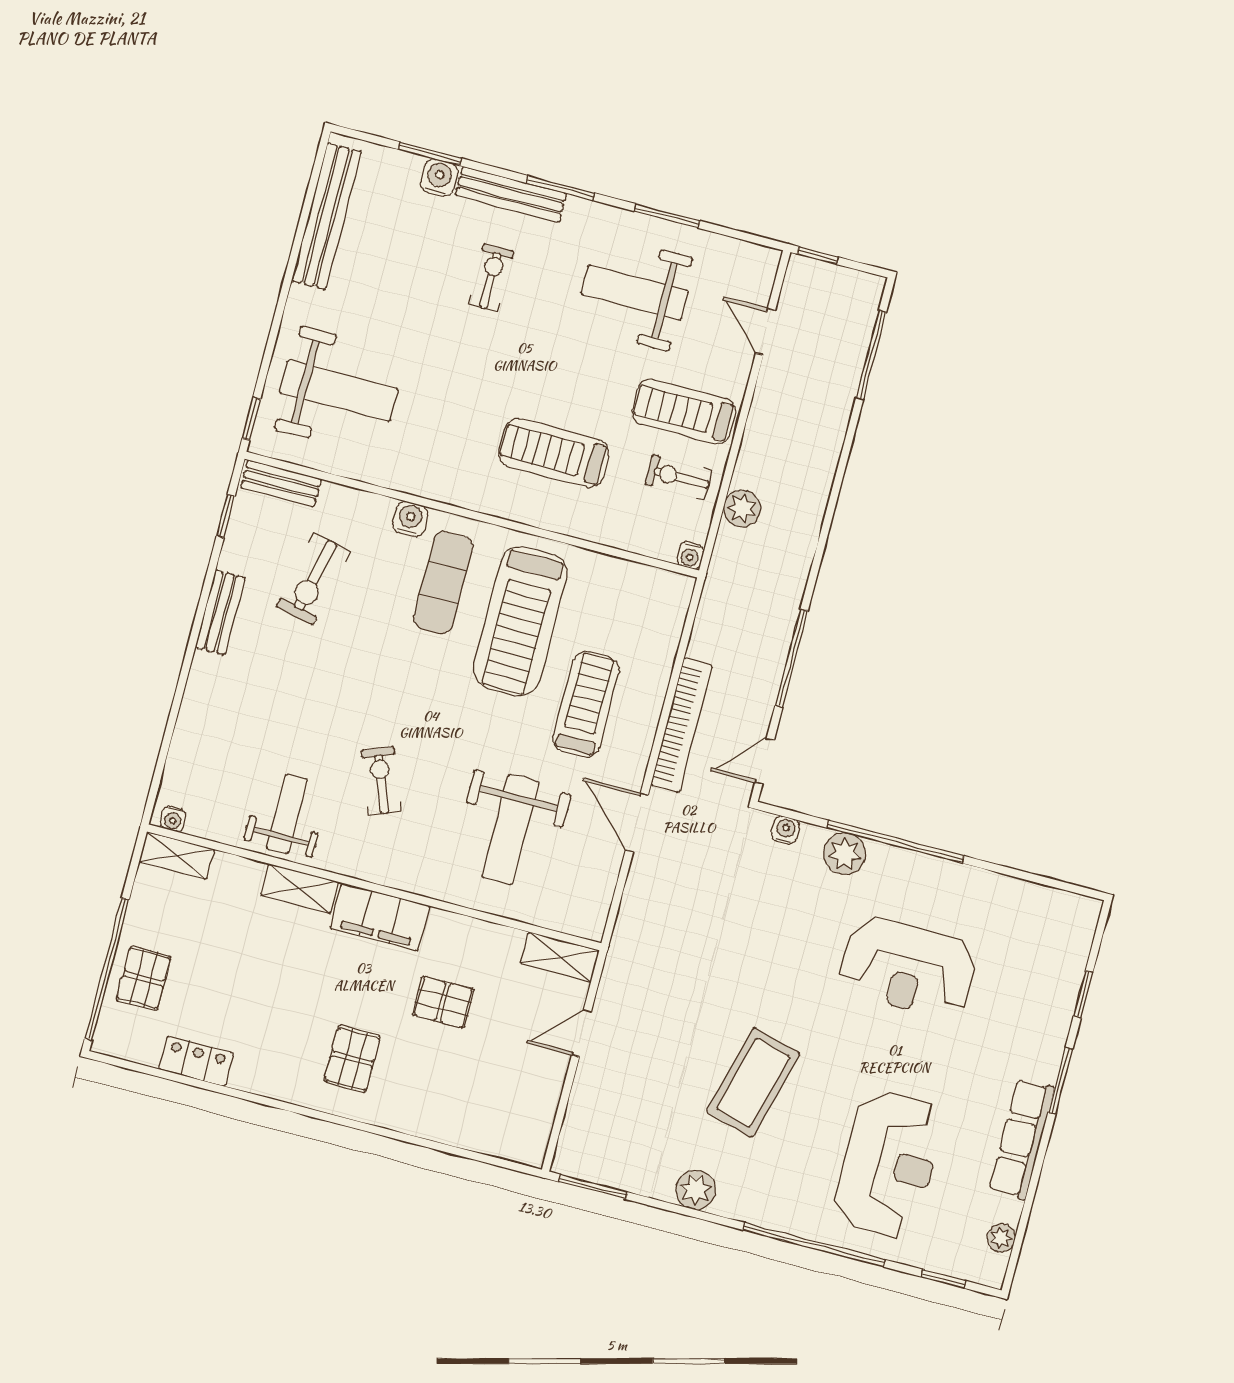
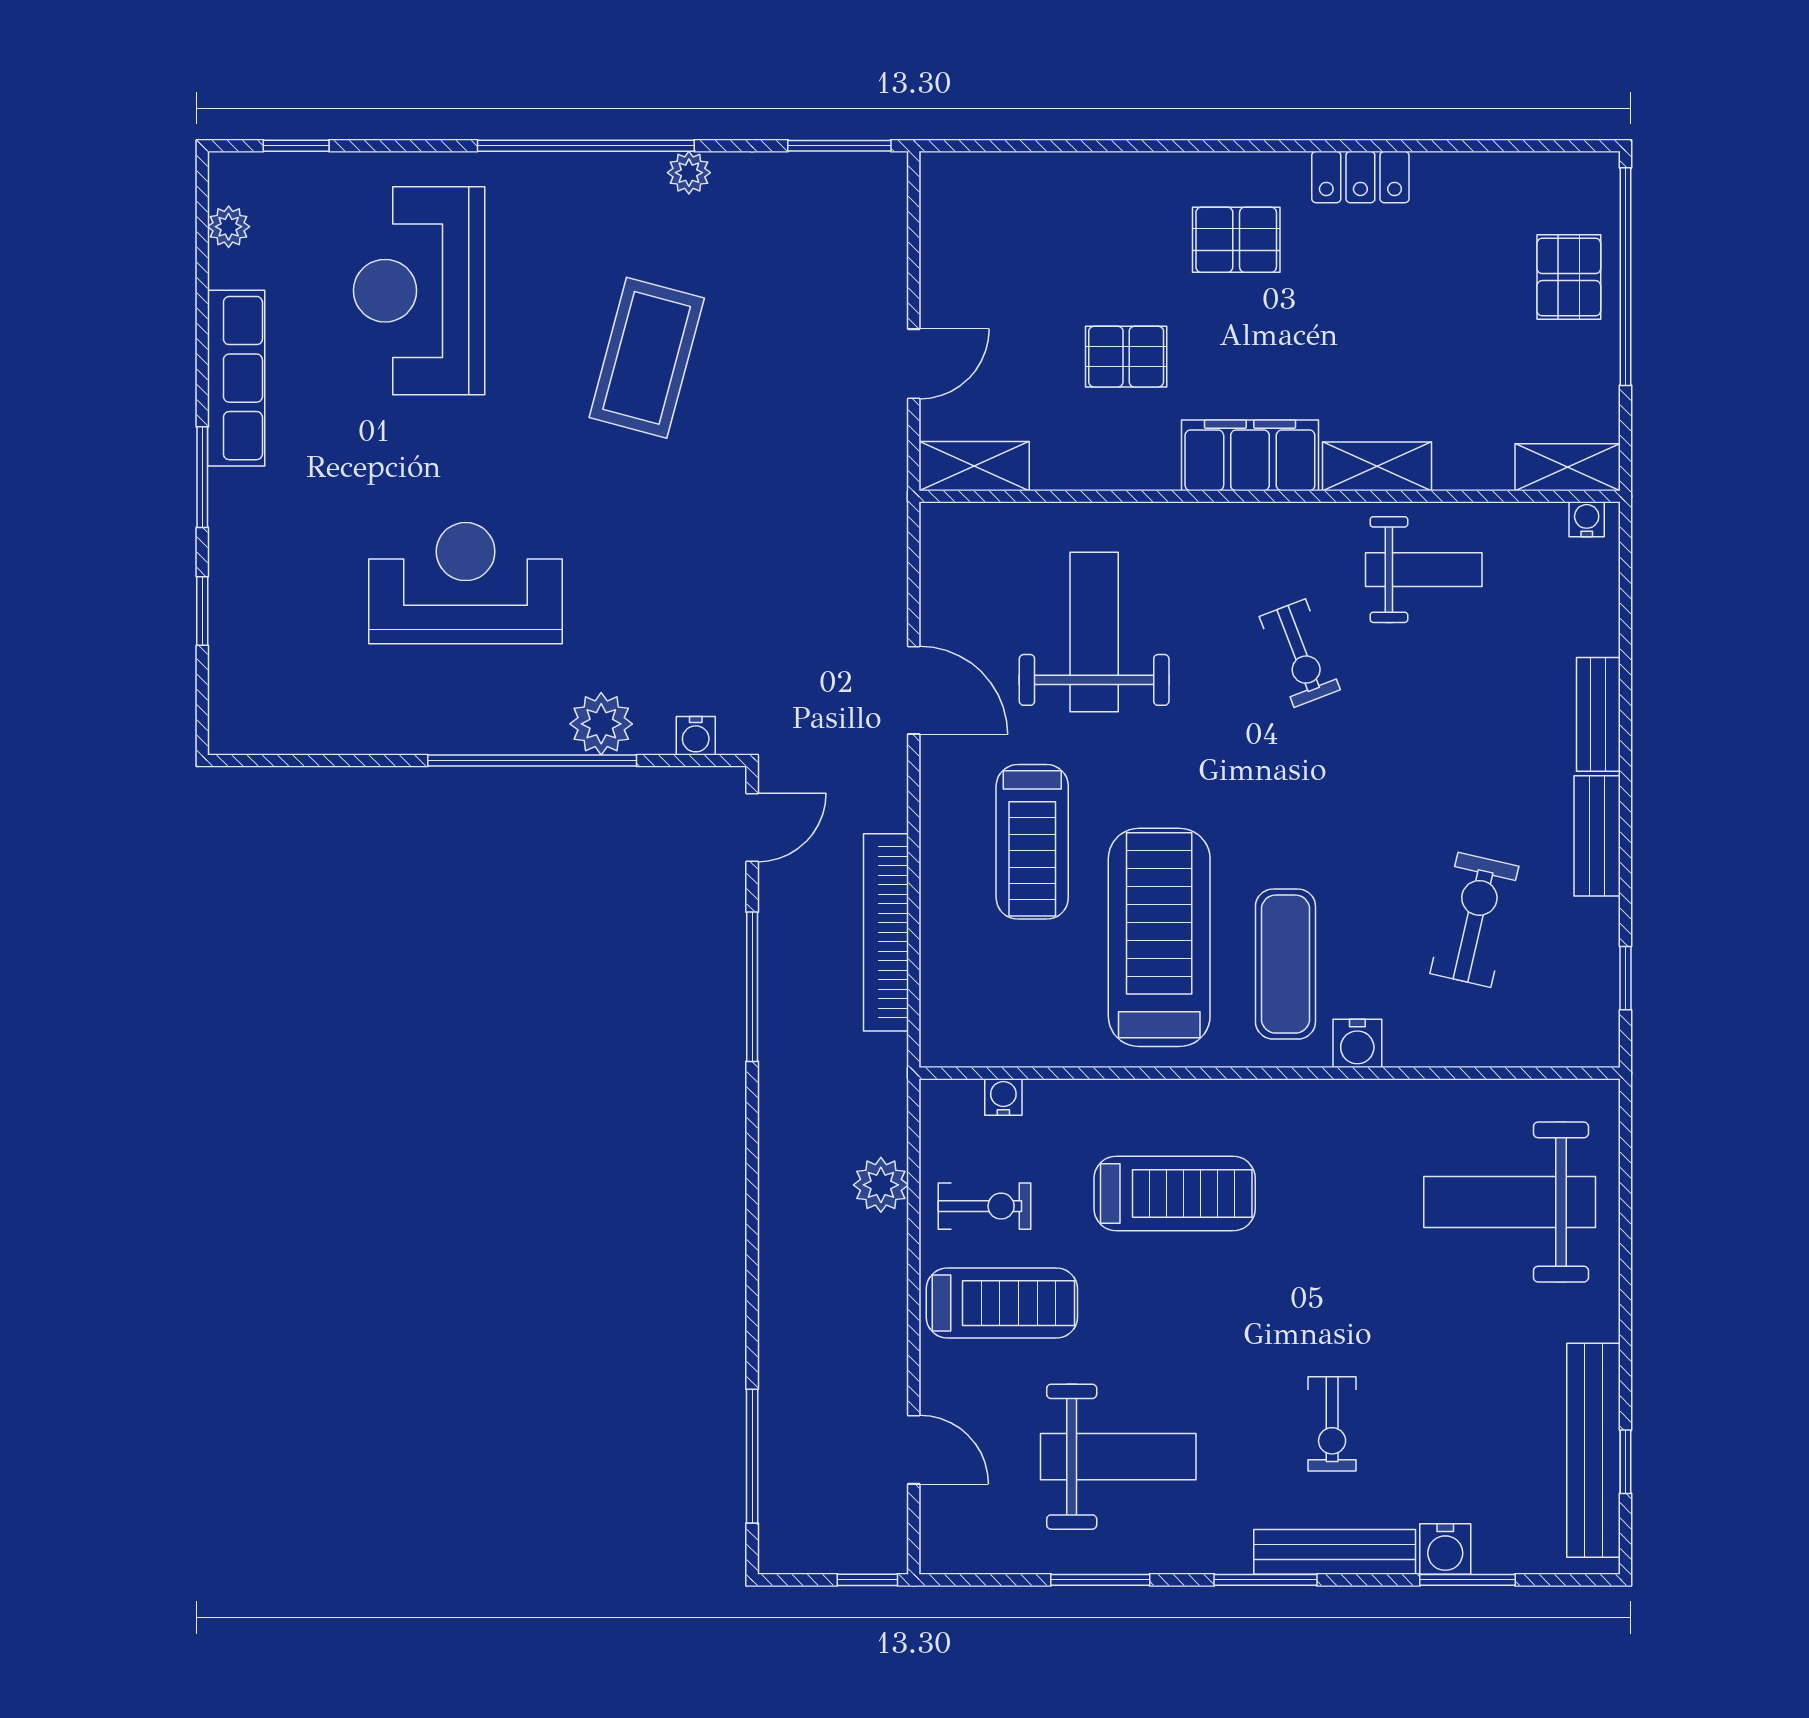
window: (251, 419) -> (1625, 1462), moved
bench: (281, 483) -> (1598, 714), moved, turned 90
water cooler: (690, 556) -> (1003, 1097), moved
bookcase: (682, 725) -> (886, 932), moved
weight bench: (287, 814) -> (1424, 570), turned -90
pallet: (352, 1059) -> (1236, 240), turned 90
locker: (196, 1061) -> (1360, 177), moved
plant: (696, 1190) -> (689, 173), width x0.73, depth x0.73
window: (814, 1245) -> (586, 146), moved

